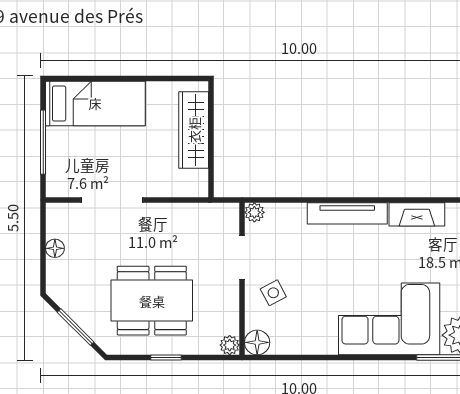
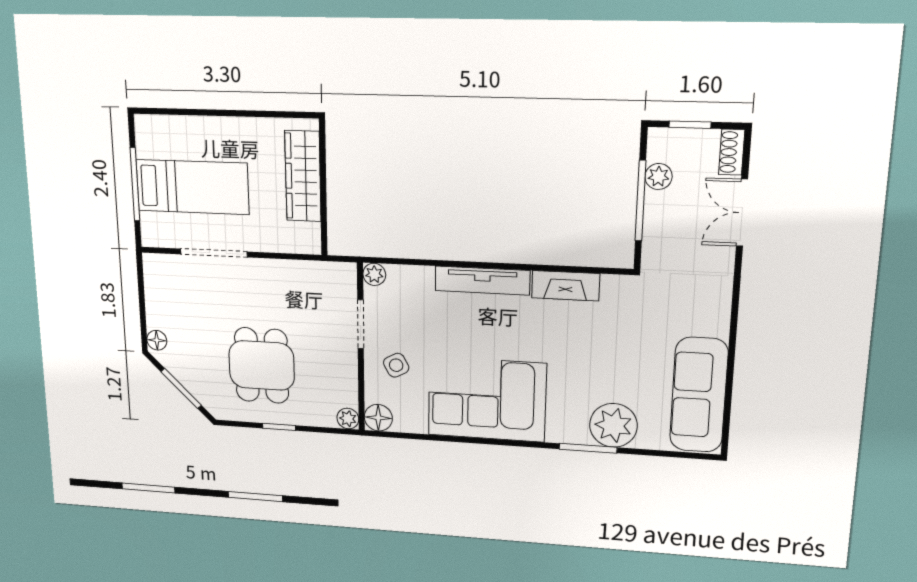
bed: (95, 103) -> (192, 187), moved
floor lamp: (55, 248) -> (157, 340), moved
dining table: (152, 301) -> (262, 365), width x0.73
corner sofa: (389, 319) -> (487, 399), moved

